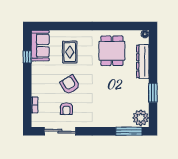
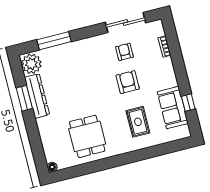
sofa: (40, 46) -> (173, 108), moved
dresser: (143, 61) -> (37, 96), moved
armchair: (70, 85) -> (128, 82), turned -149
window: (129, 131) -> (54, 41), moved

